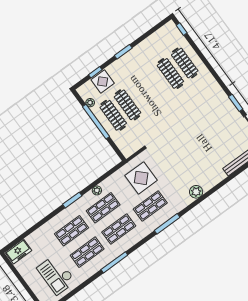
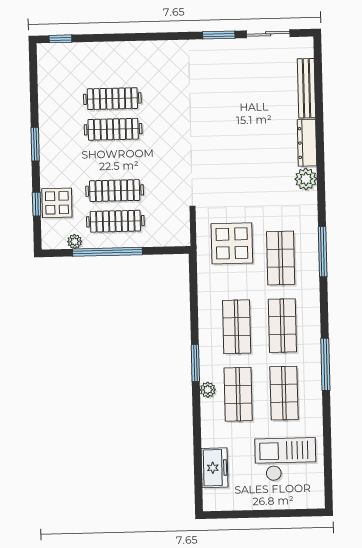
clothes rail: (185, 63) -> (113, 129), moved
dresser: (214, 180) -> (307, 143), added
plant: (97, 190) -> (208, 390), moved
freezer: (18, 251) -> (215, 468), moved
checkout: (56, 275) -> (285, 459), turned 180

